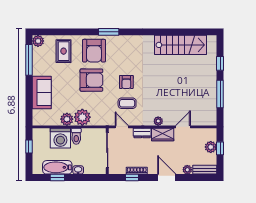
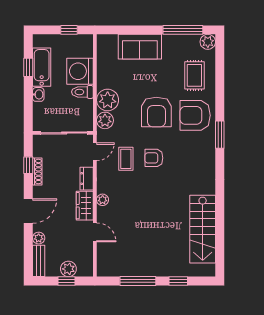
rug: (64, 51) -> (194, 75), turned 90
plant: (67, 119) -> (105, 120), moved

